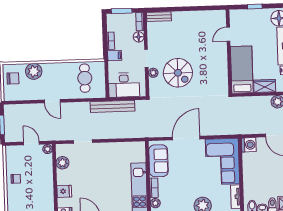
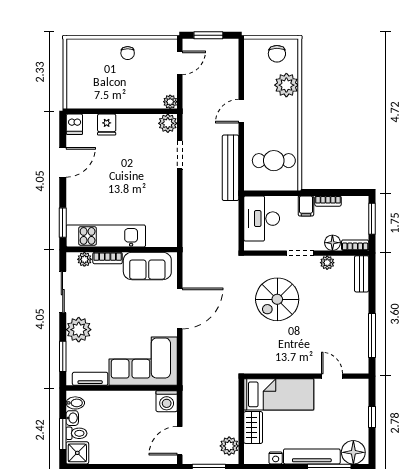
window: (200, 8) -> (372, 336), added
plant: (153, 73) -> (327, 263), moved
bench: (112, 106) -> (231, 168), moved
door: (186, 138) -> (180, 308), hinge flipped
door: (31, 143) -> (180, 63), moved
plant: (62, 163) -> (168, 123), moved

